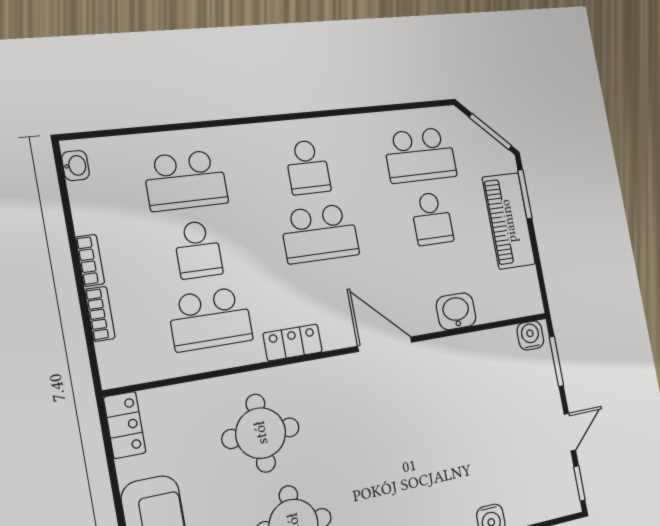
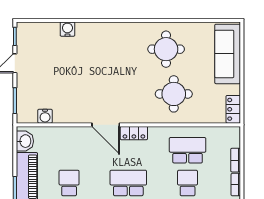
washbasin: (456, 311) -> (25, 141), moved, turned -90
water cooler: (530, 335) -> (45, 116), moved
locker: (293, 343) -> (134, 133), moved

